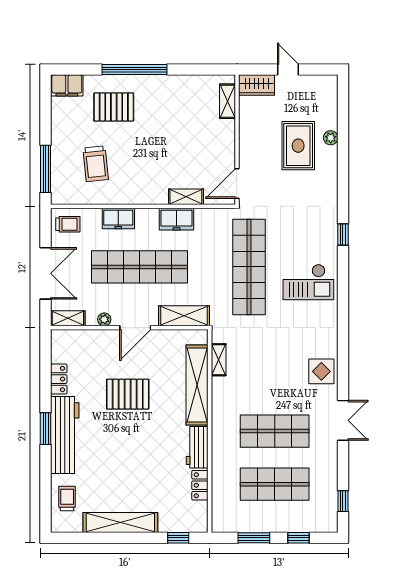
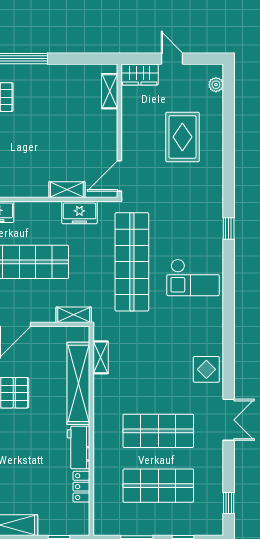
plant: (331, 138) -> (216, 85), moved
freezer: (177, 219) -> (79, 213), moved
shelving: (184, 316) -> (74, 315), width x0.67, depth x0.75

